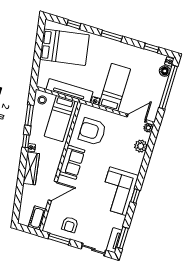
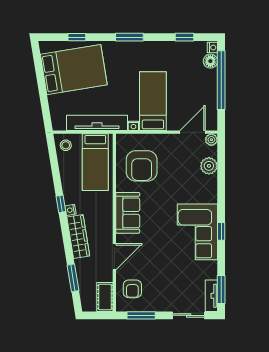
window: (29, 115) -> (73, 278), moved
armchair: (92, 131) -> (142, 166), turned -90
armchair: (70, 225) -> (132, 289), moved

